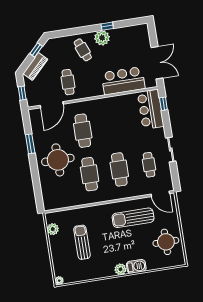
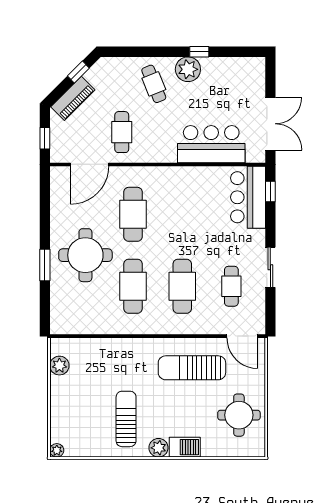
window: (30, 144) -> (45, 265), moved
sun lounger: (82, 242) -> (126, 419), moved

